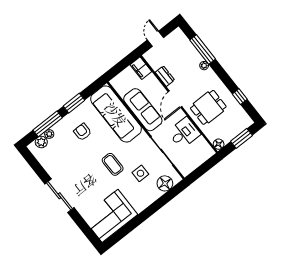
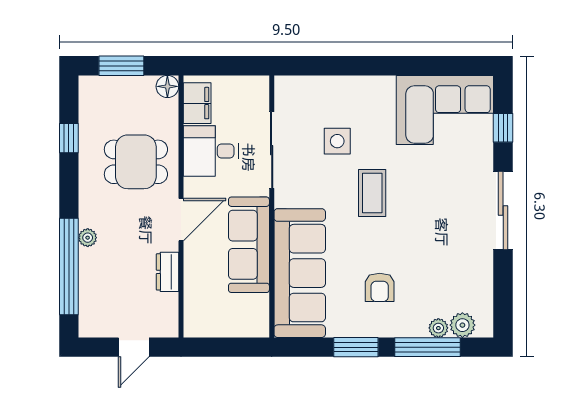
window: (203, 50) -> (69, 267), width x1.46
filing cabinet: (141, 68) -> (197, 103), moved
floor lamp: (165, 183) -> (310, 92), removed
window: (84, 226) -> (503, 128), added

